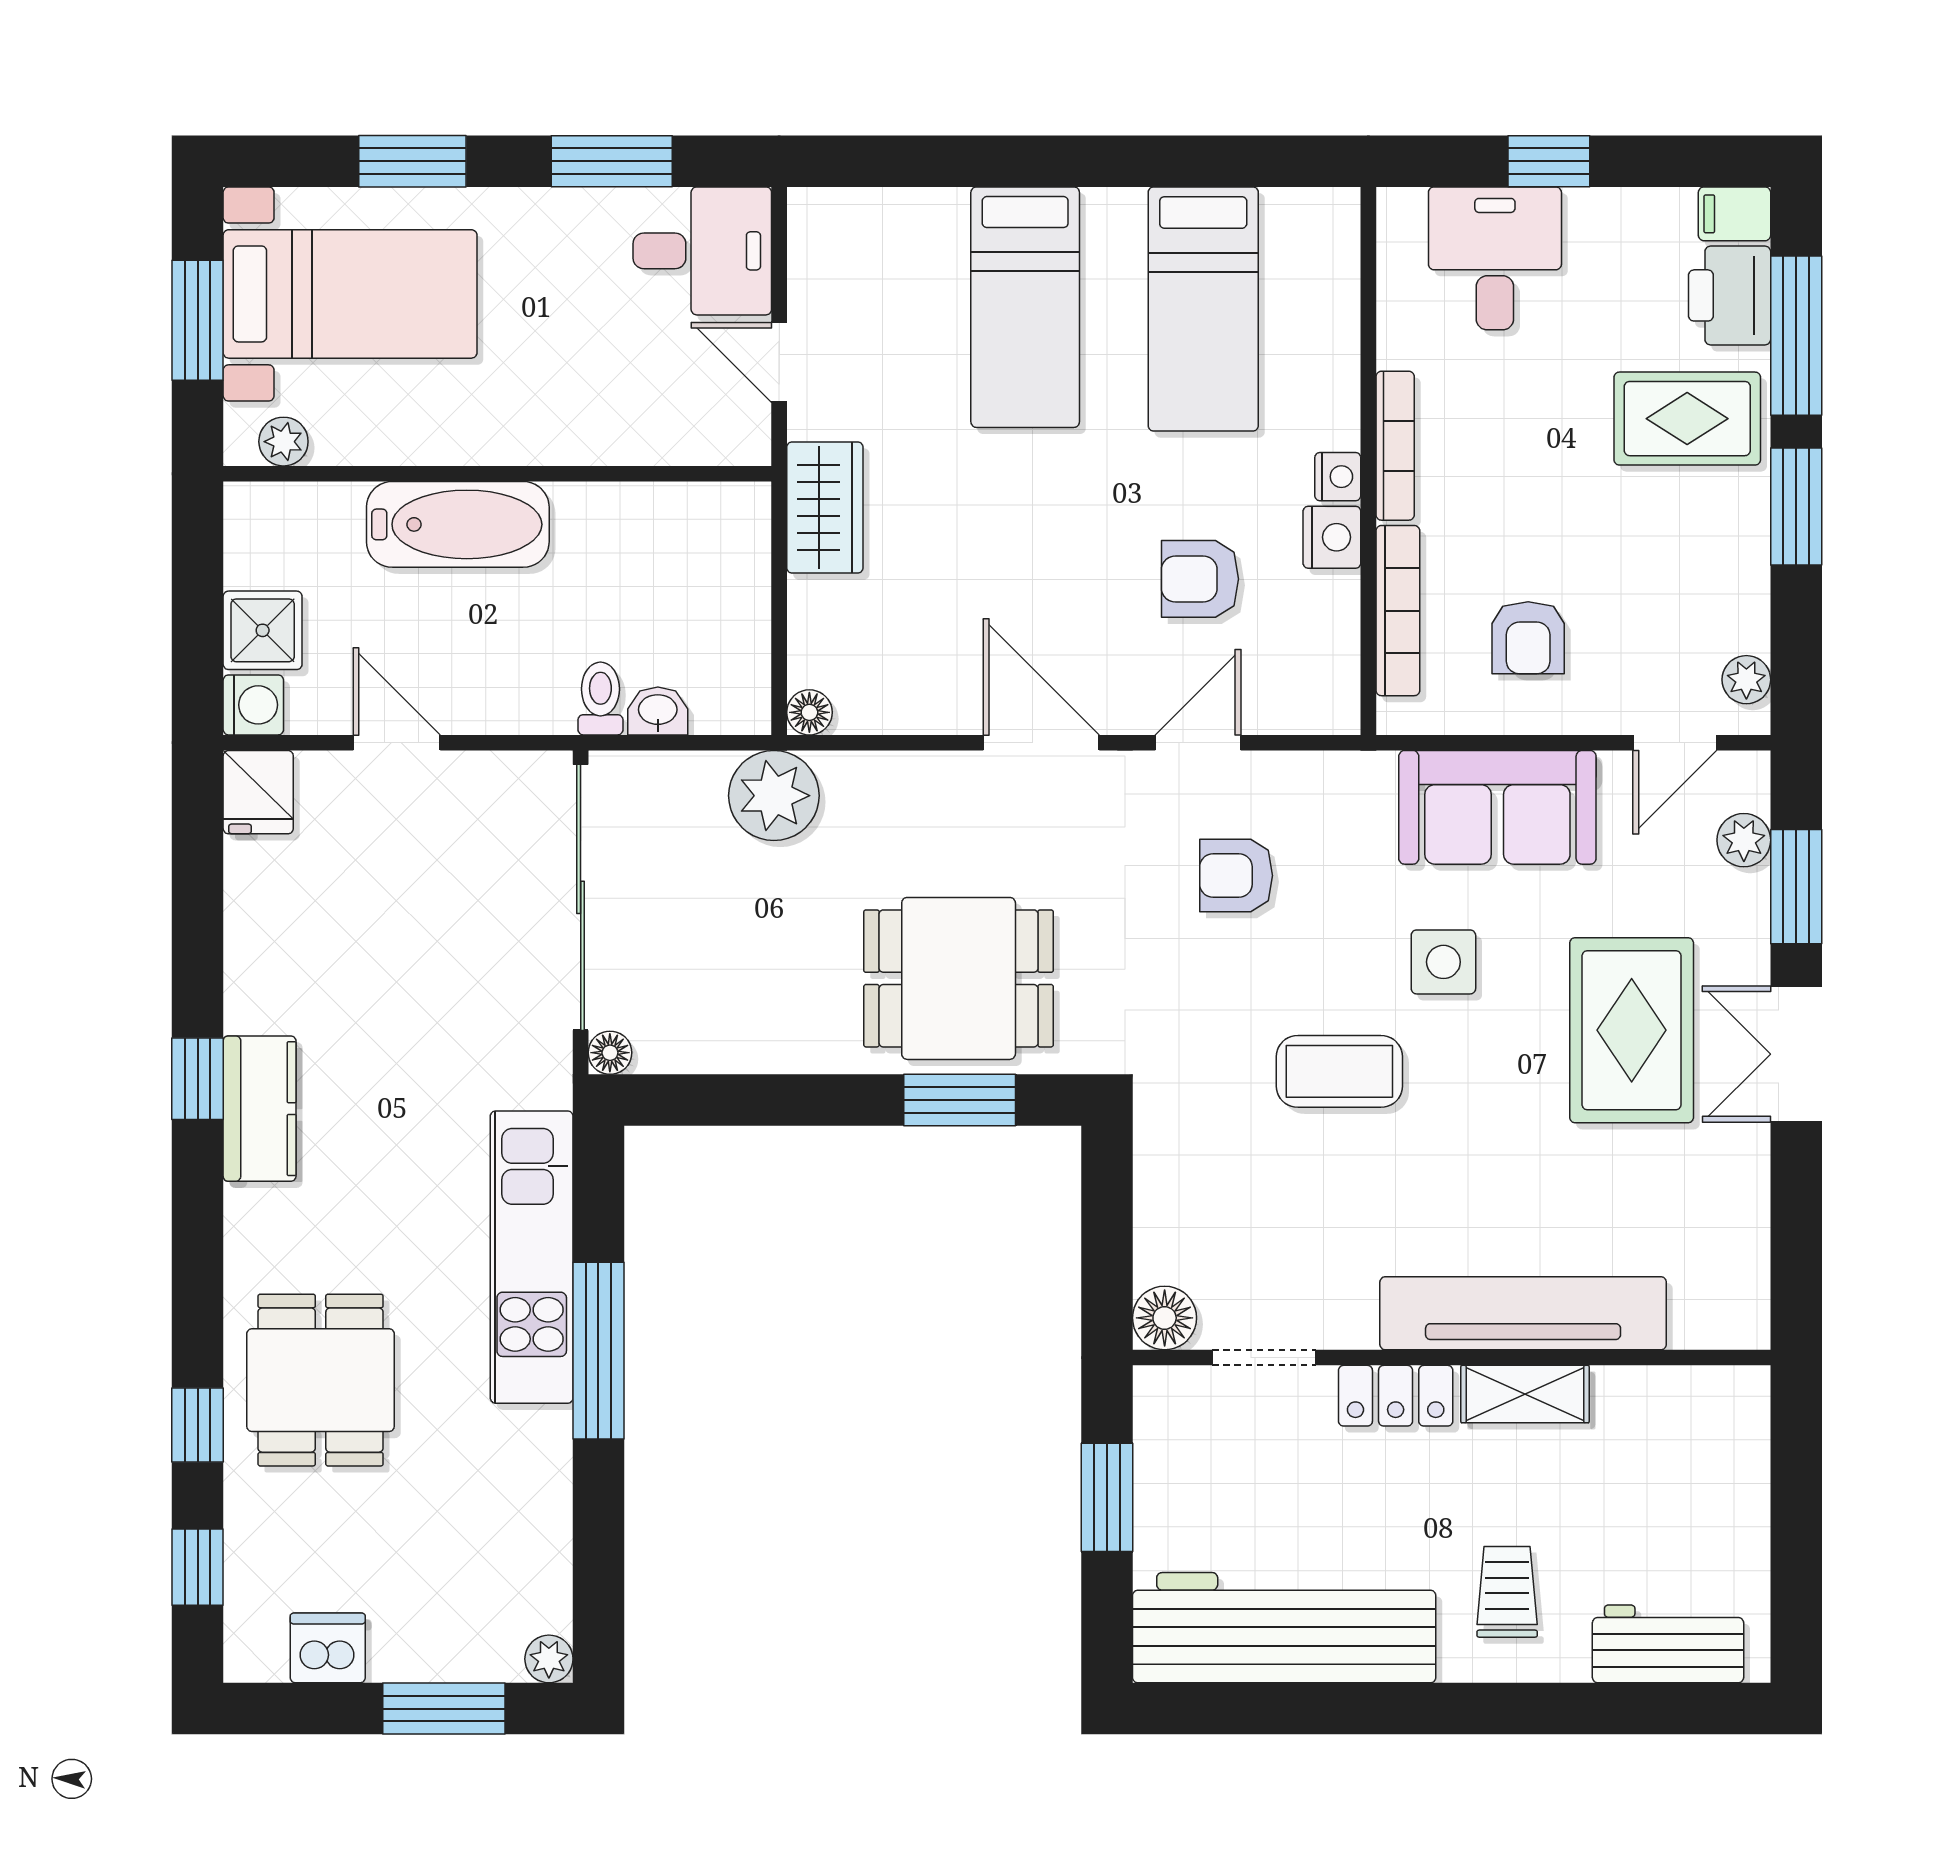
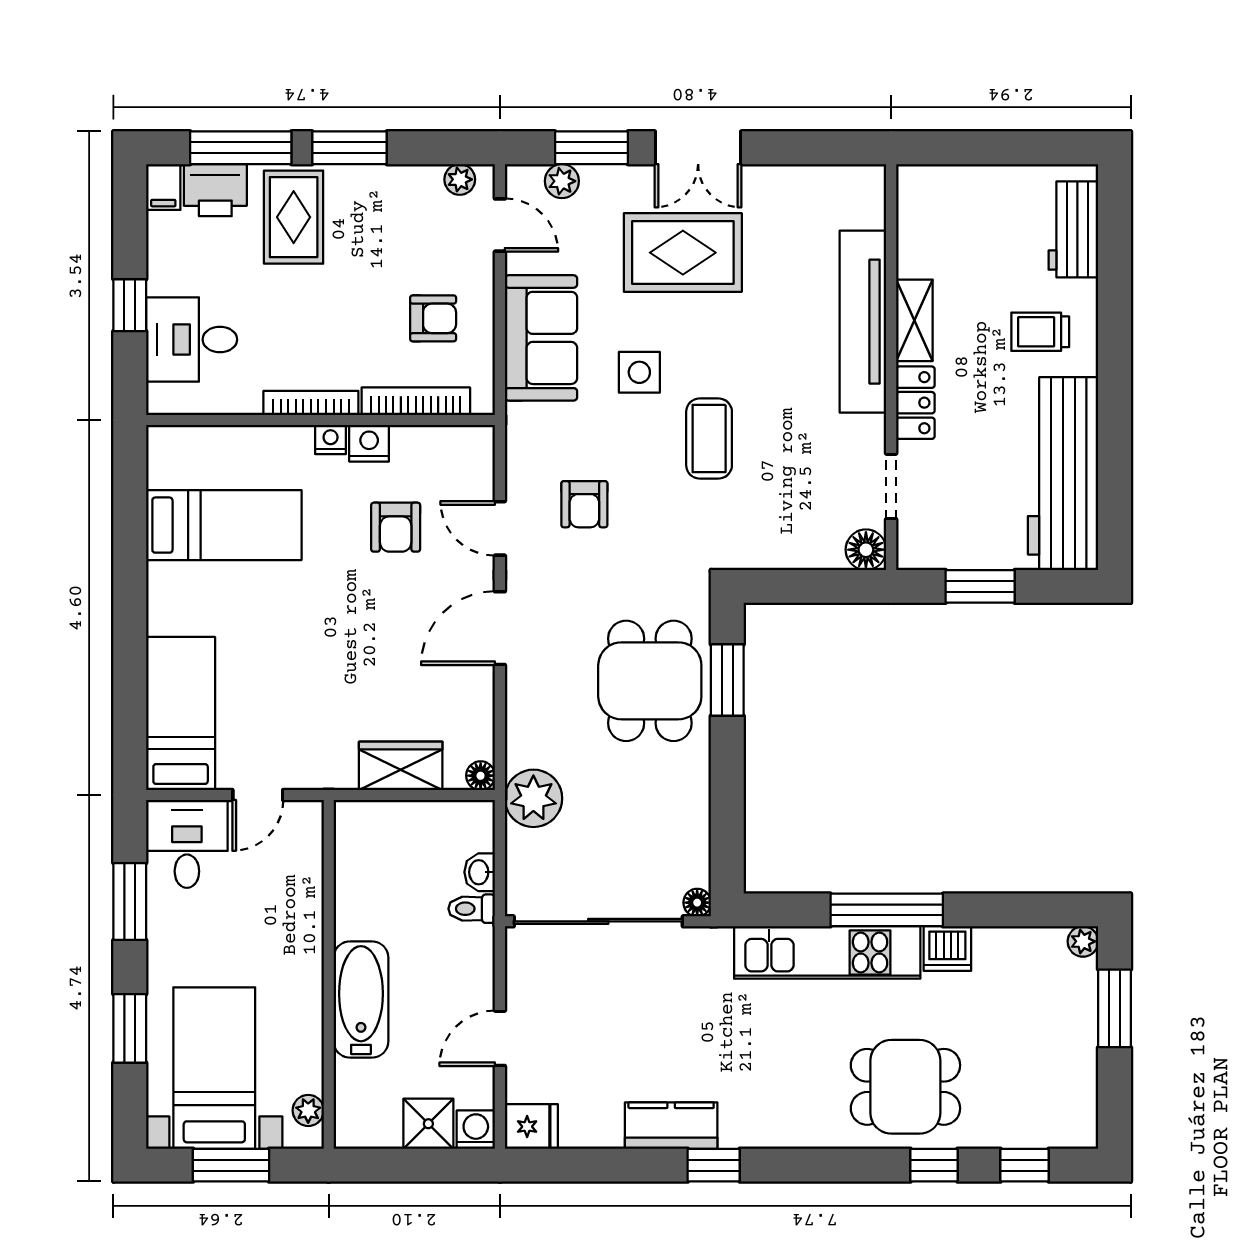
bed: (1025, 307) -> (181, 714), moved, turned -90
wardrobe: (825, 508) -> (401, 766), moved
kitchen counter: (260, 1109) -> (671, 1126), moved
dishwasher: (328, 1648) -> (947, 949), moved, turned -90

